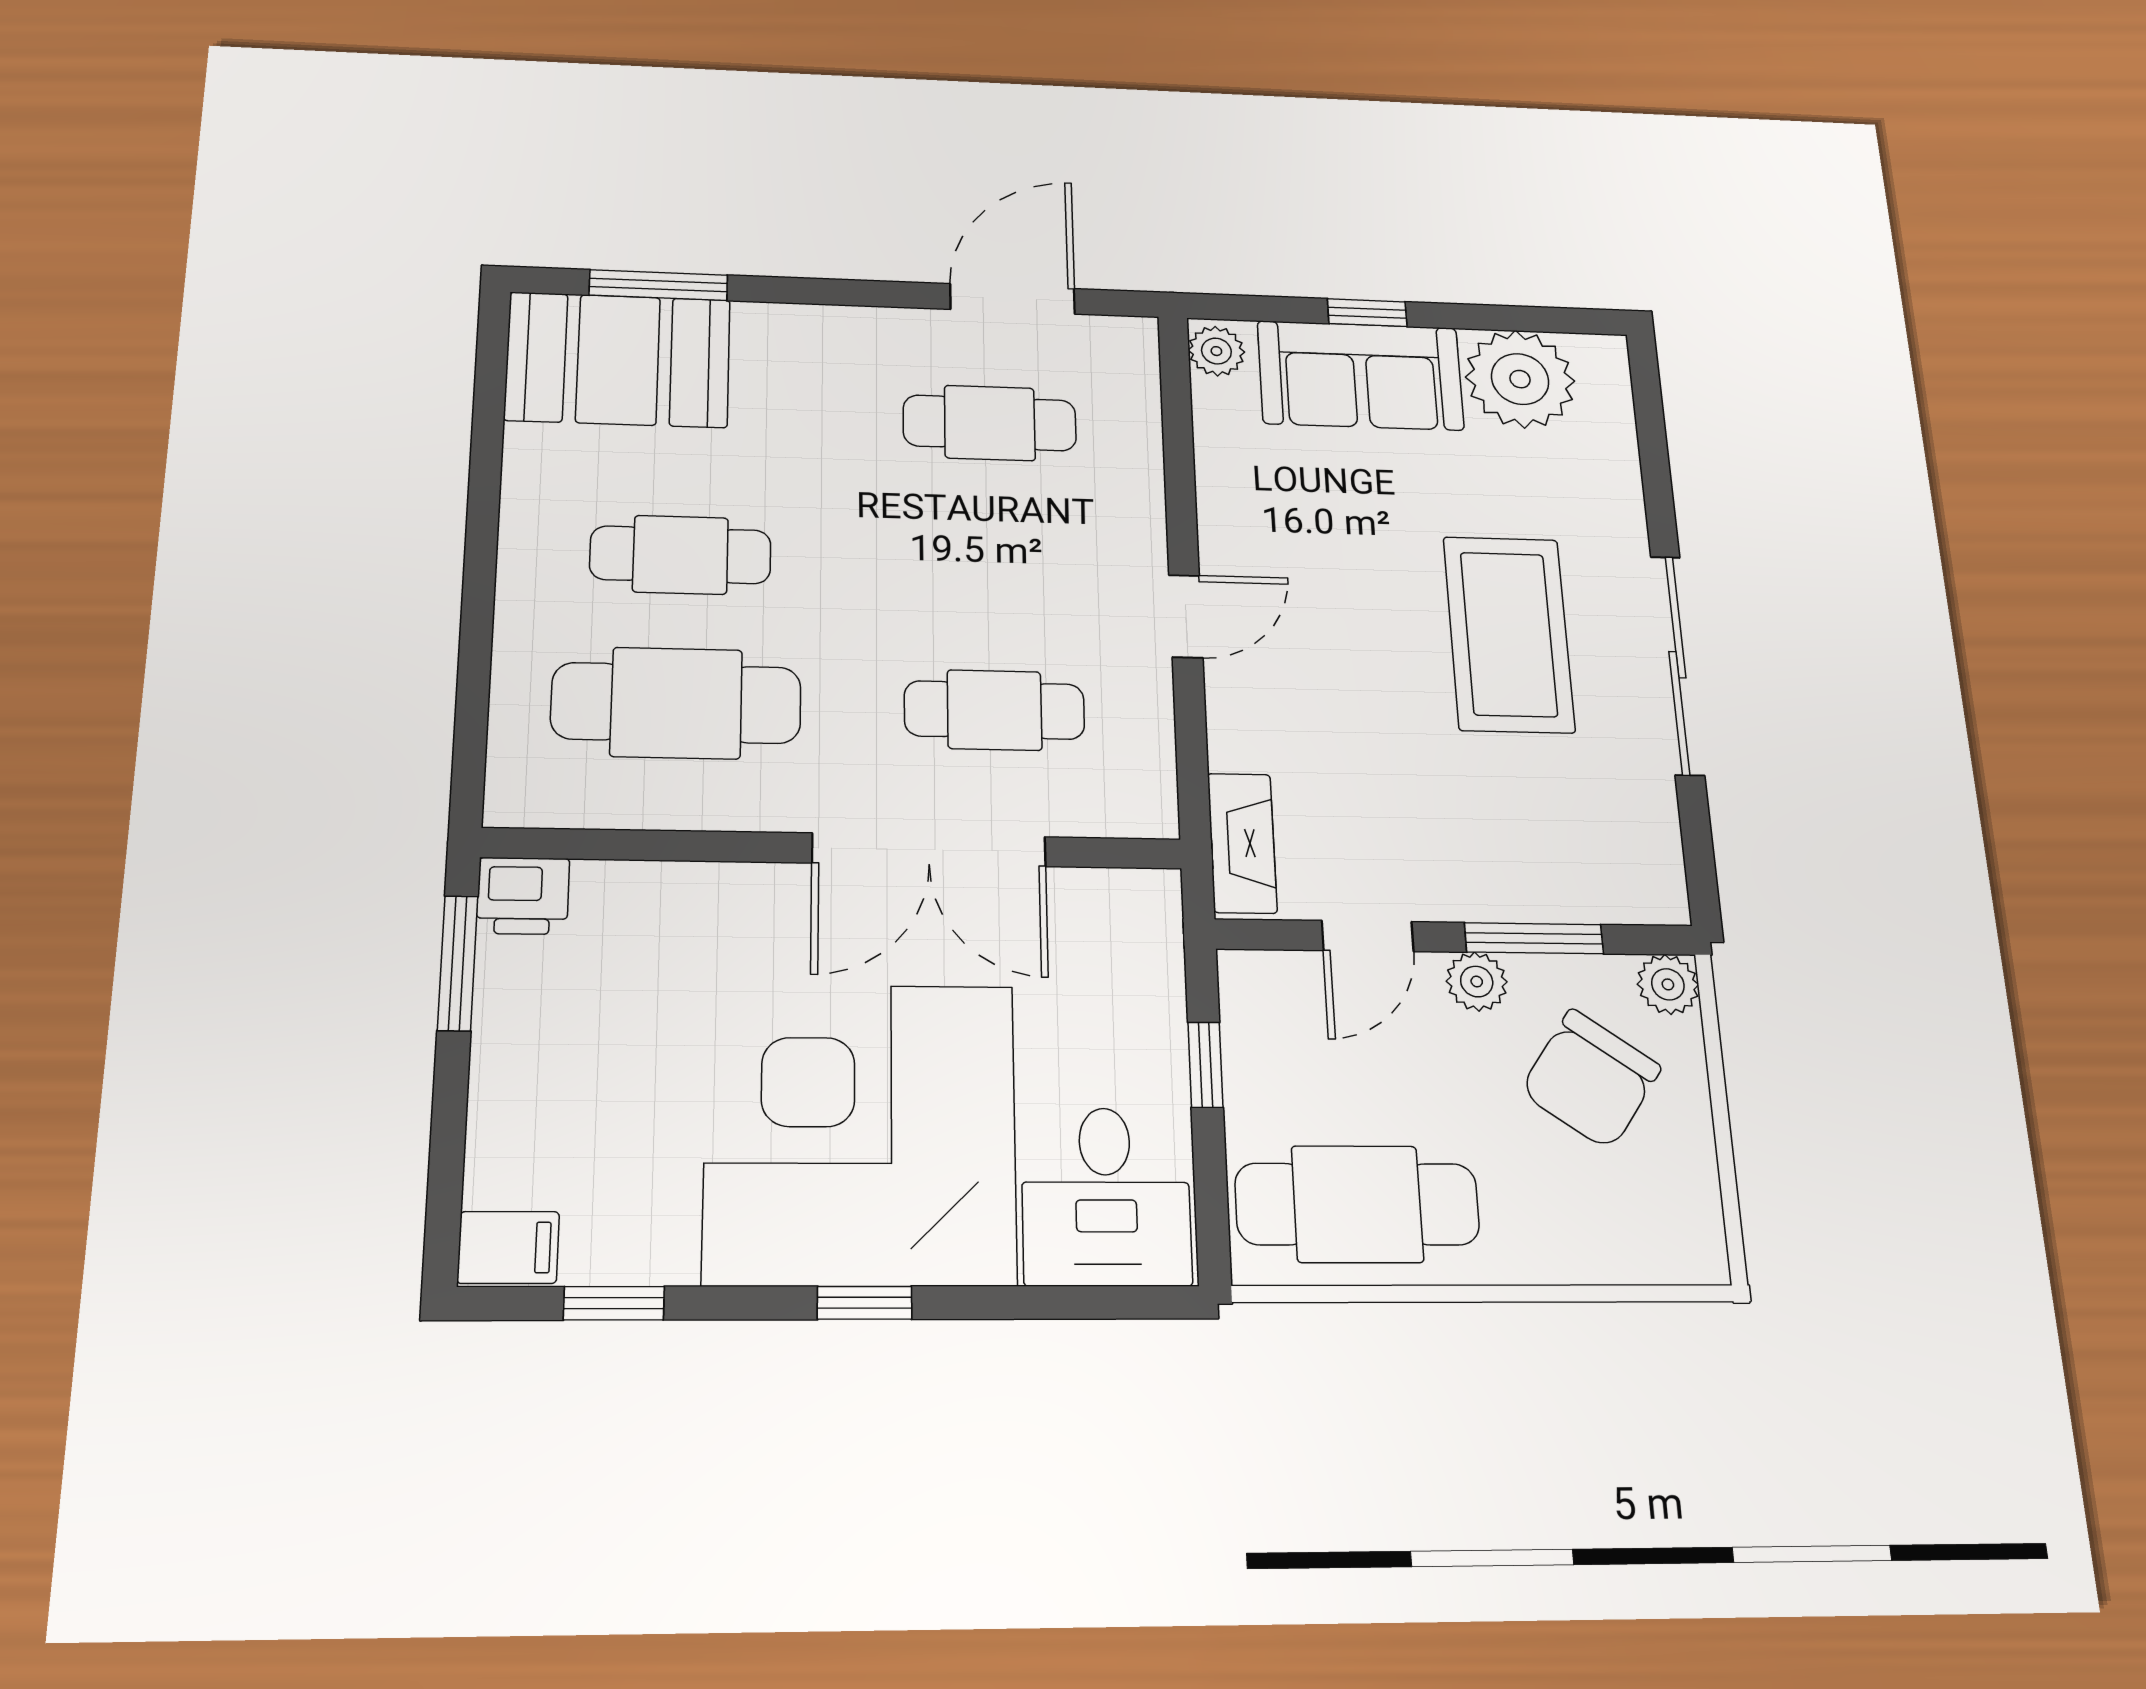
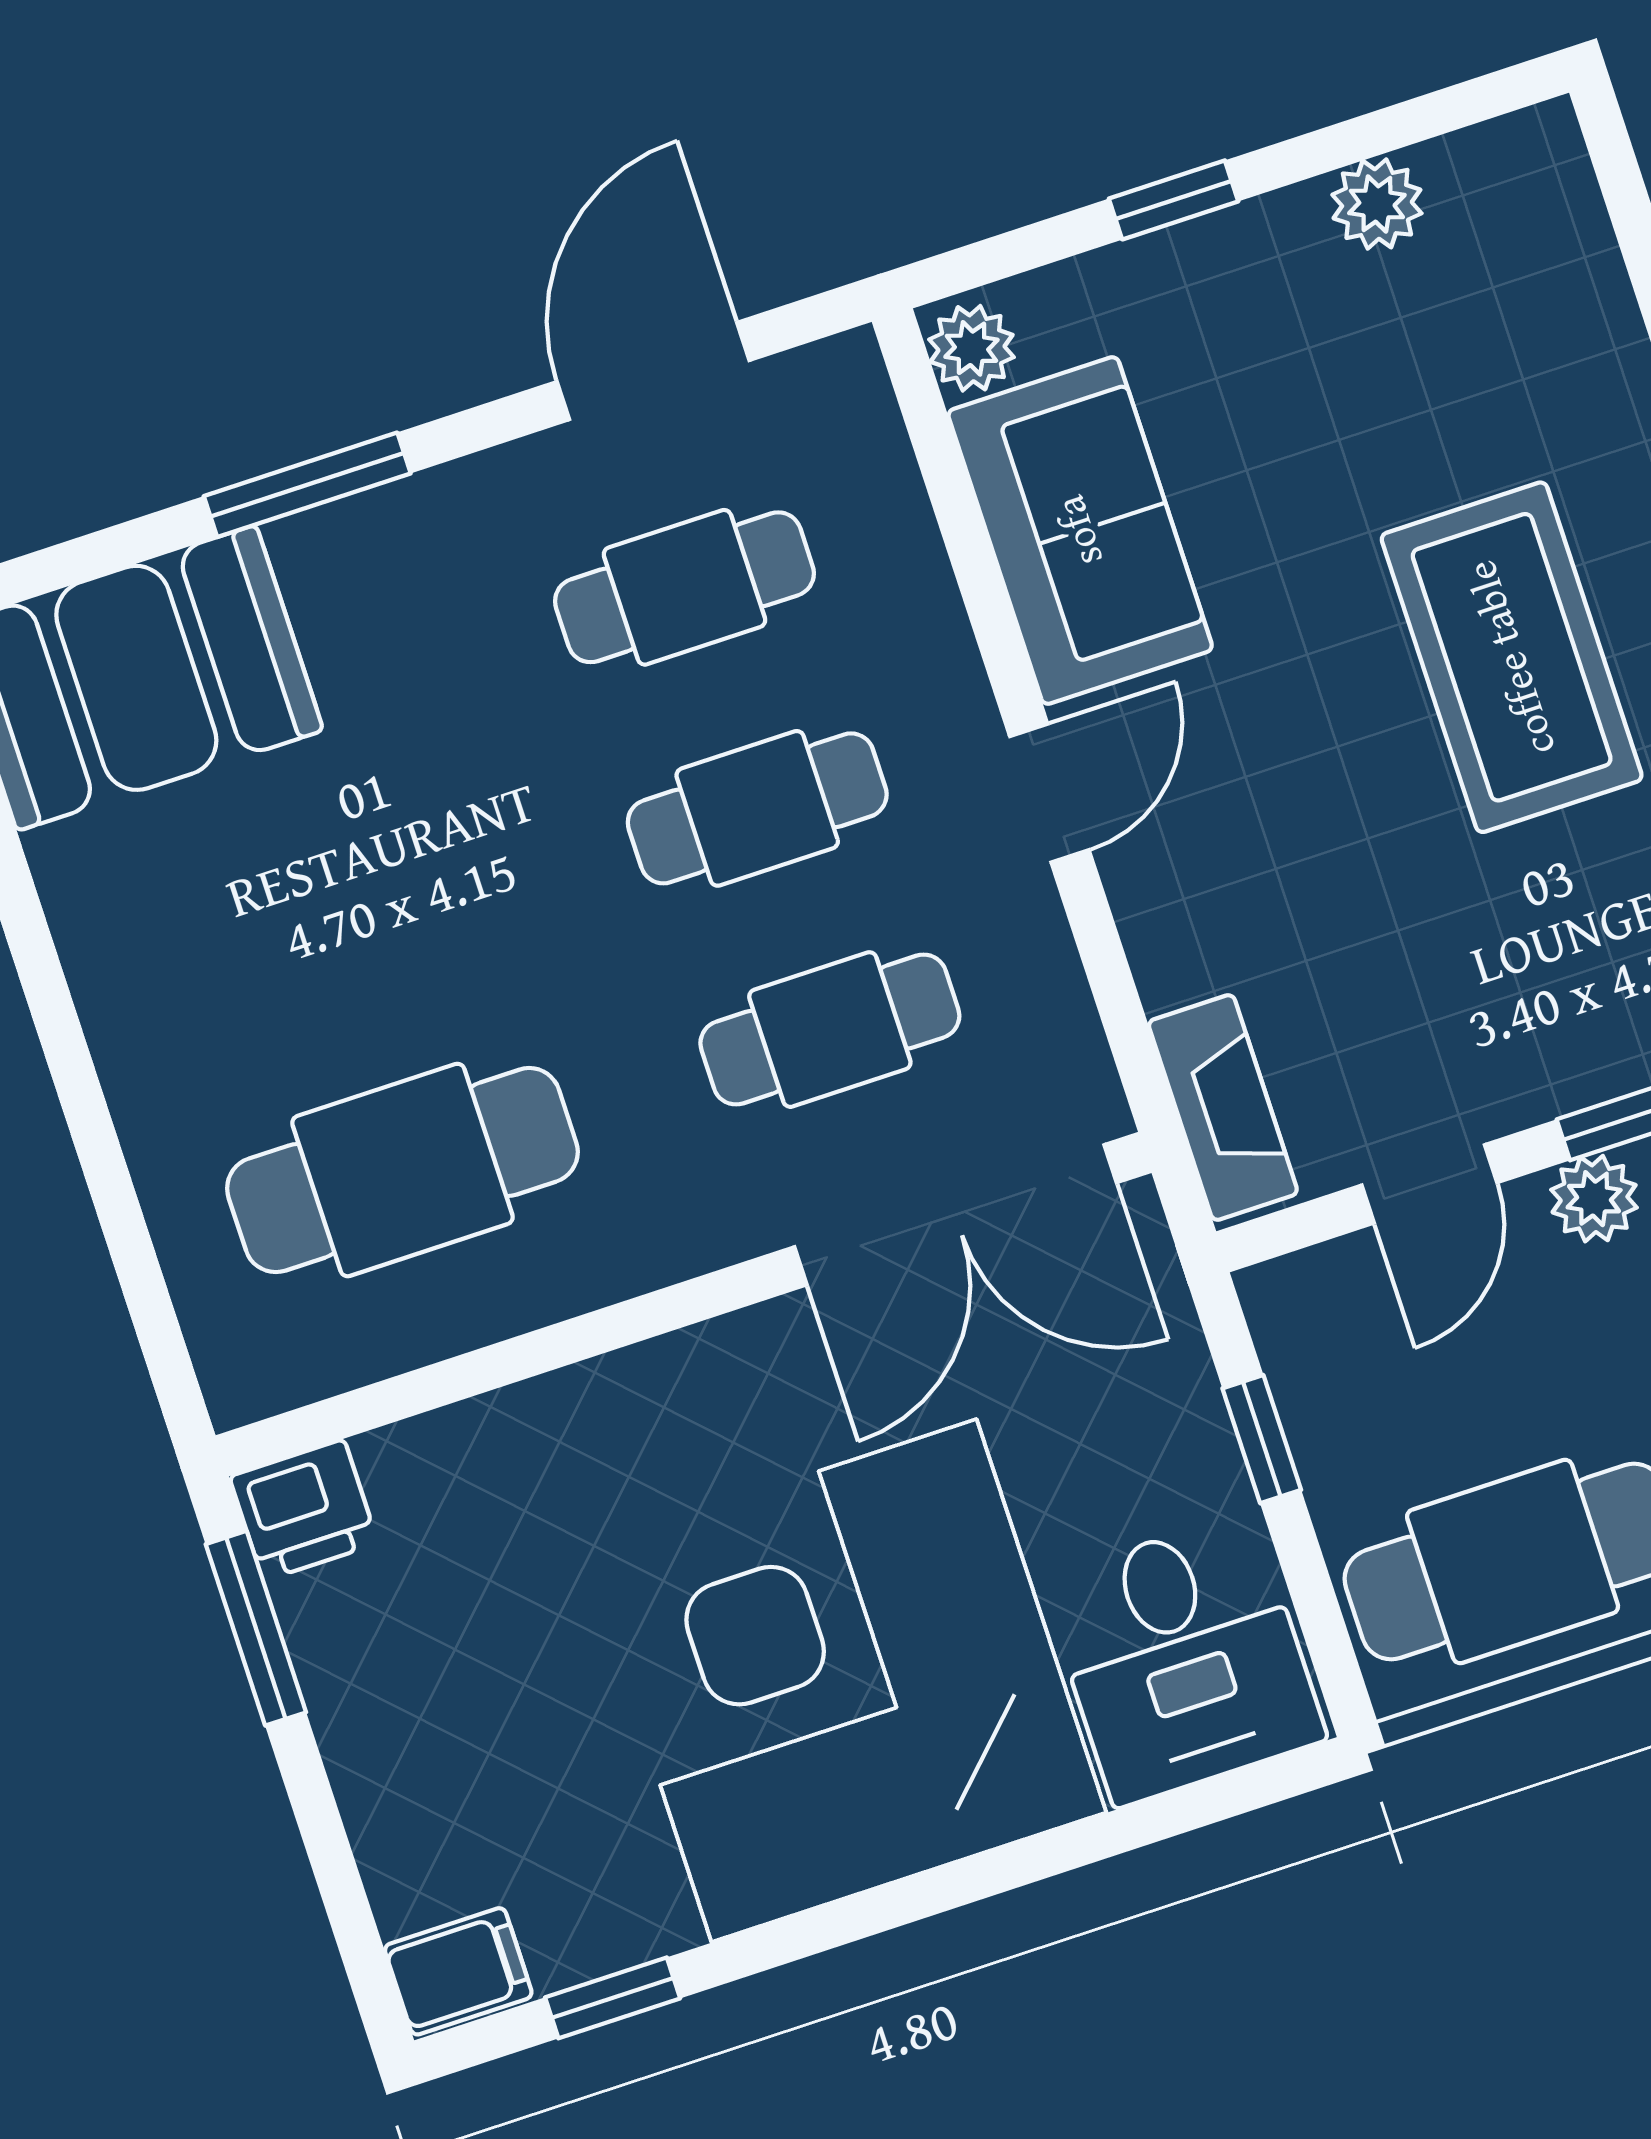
window: (658, 285) -> (307, 485), moved
sofa: (1361, 375) -> (1080, 530), moved, turned -90
plant: (1520, 379) -> (1377, 204), width x0.53, depth x0.53
cafe table: (681, 555) -> (757, 808), moved
double door: (929, 850) -> (955, 1215), moved
window: (865, 1303) -> (921, 1896), removed

